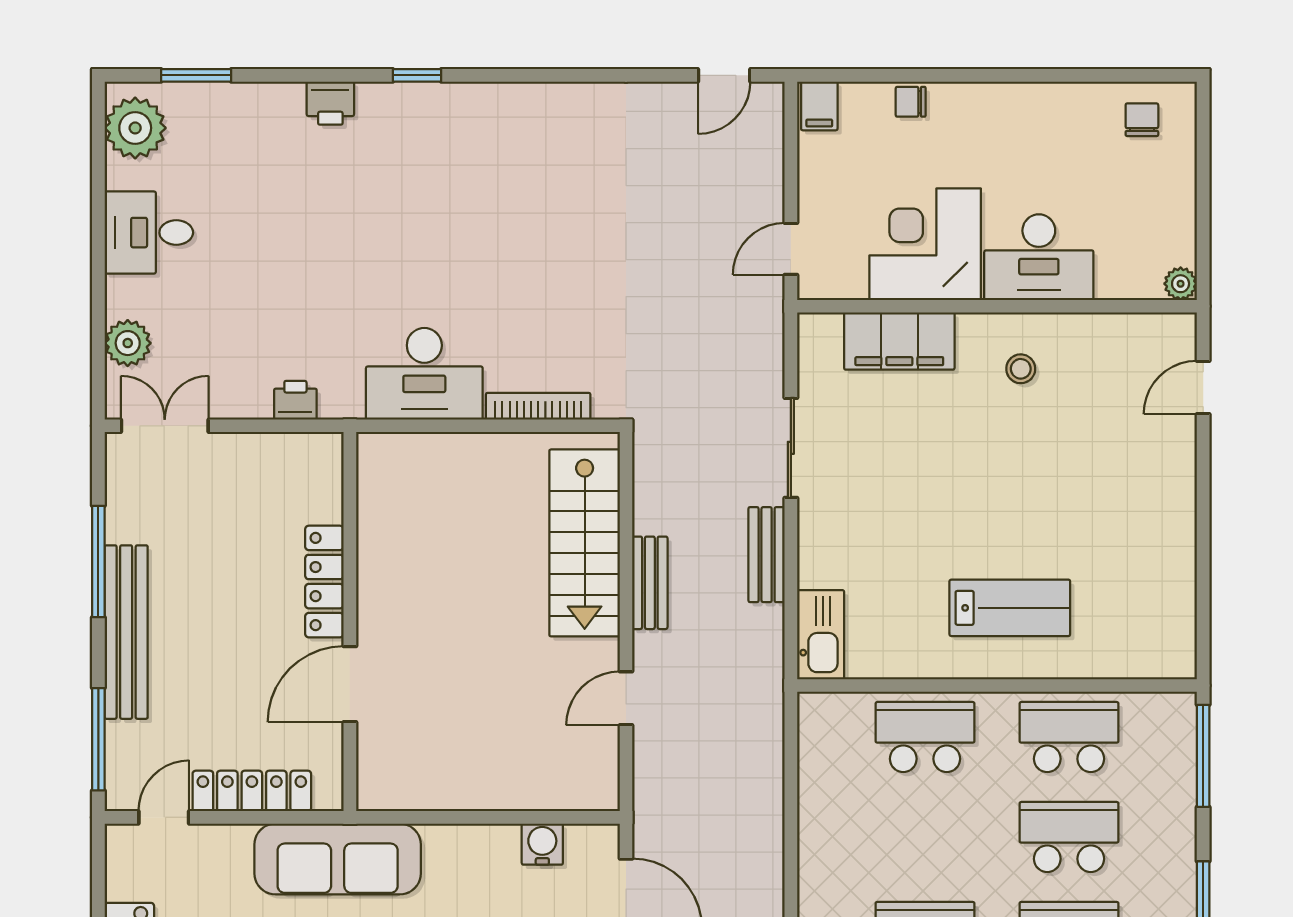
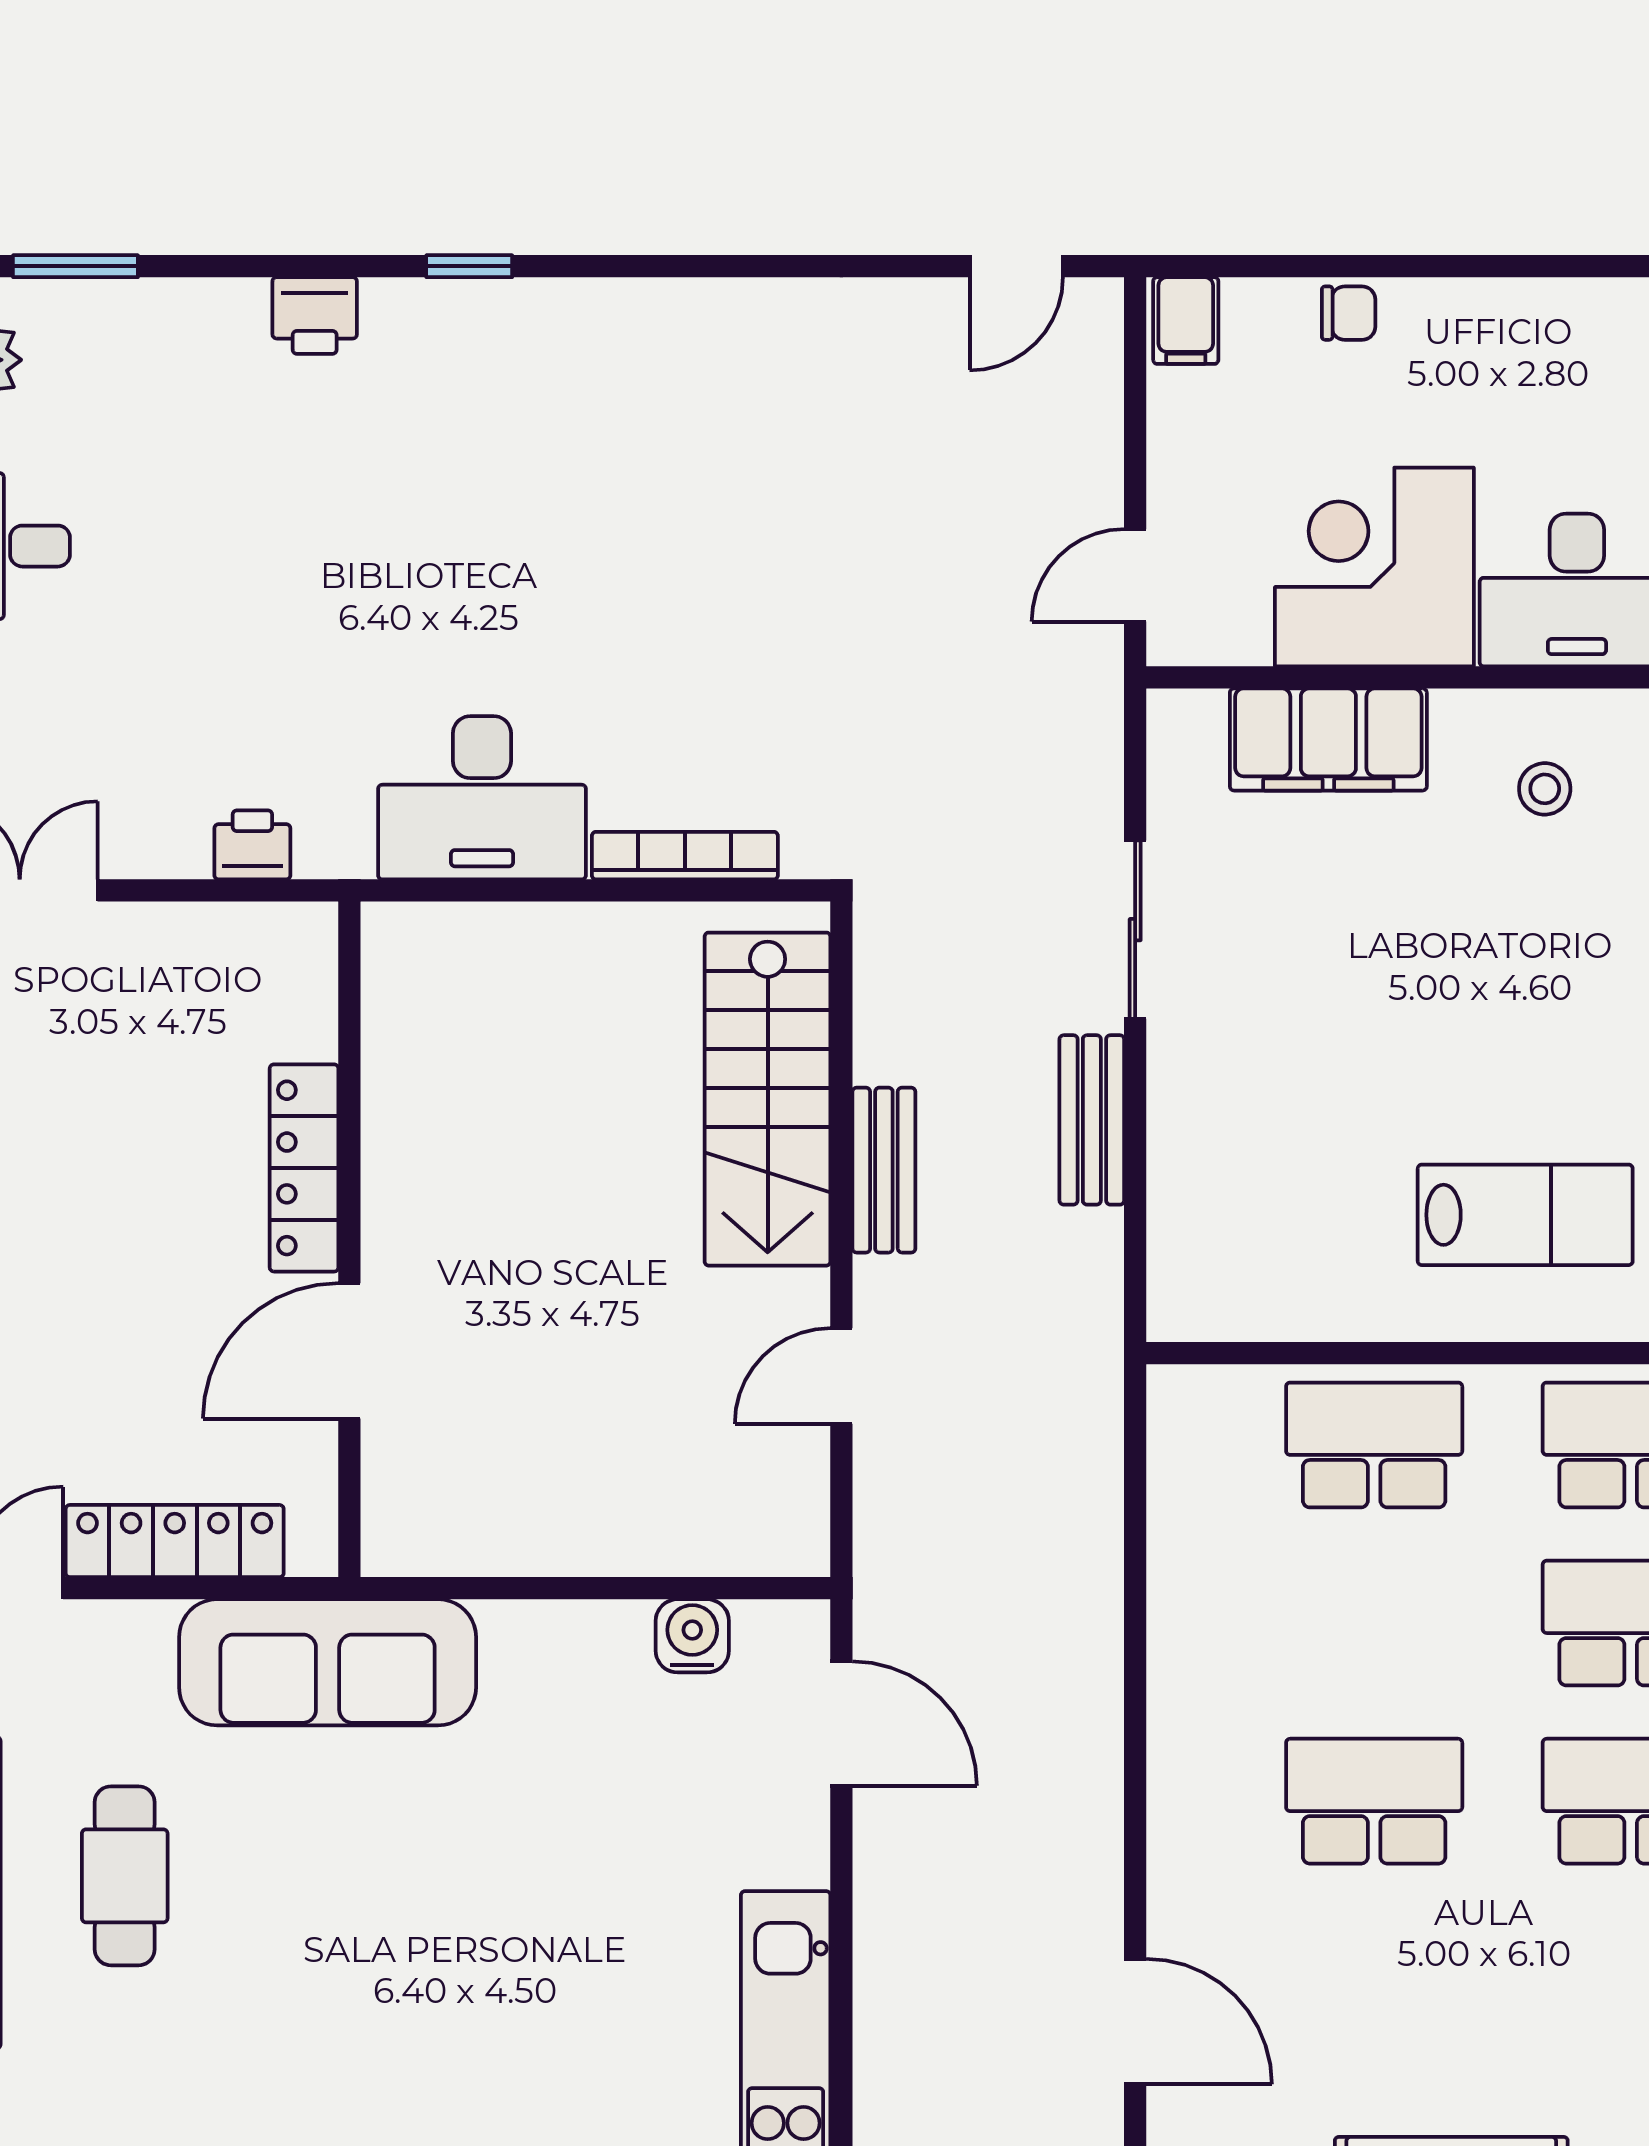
chair: (911, 102) -> (1349, 313), turned 180
kitchen sink: (821, 635) -> (1188, 1263), removed

